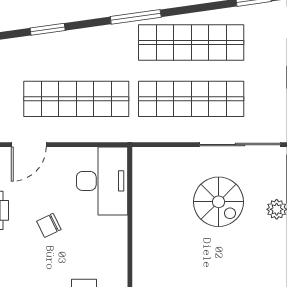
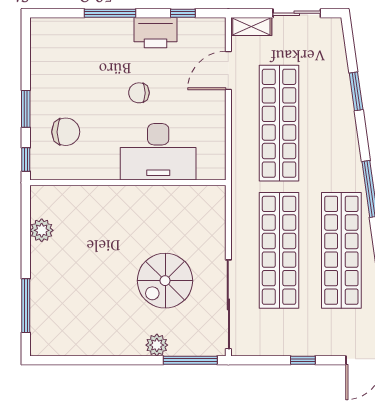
door: (29, 145) -> (228, 71), hinge flipped
desk: (102, 181) -> (158, 152), moved
chair: (49, 225) -> (139, 93), turned -64

